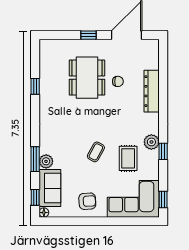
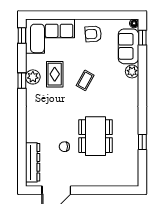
window: (89, 35) -> (92, 190), removed
dining table: (87, 78) -> (96, 136), moved
dresser: (152, 91) -> (33, 162), moved
plant: (151, 142) -> (33, 77), moved
window: (35, 159) -> (142, 74), removed

